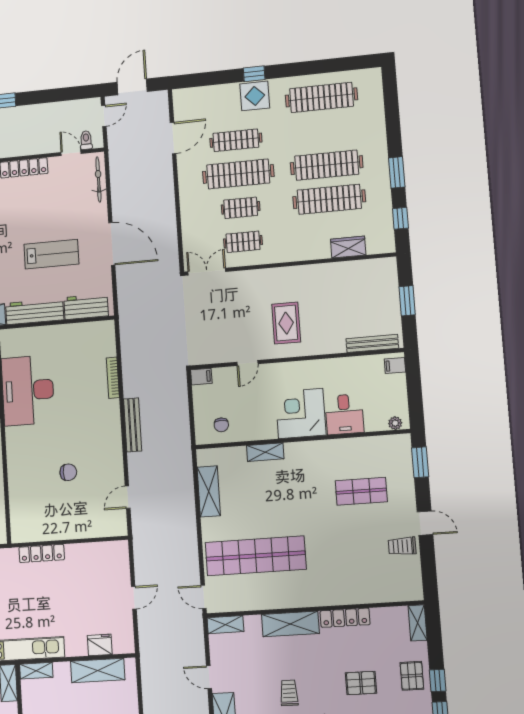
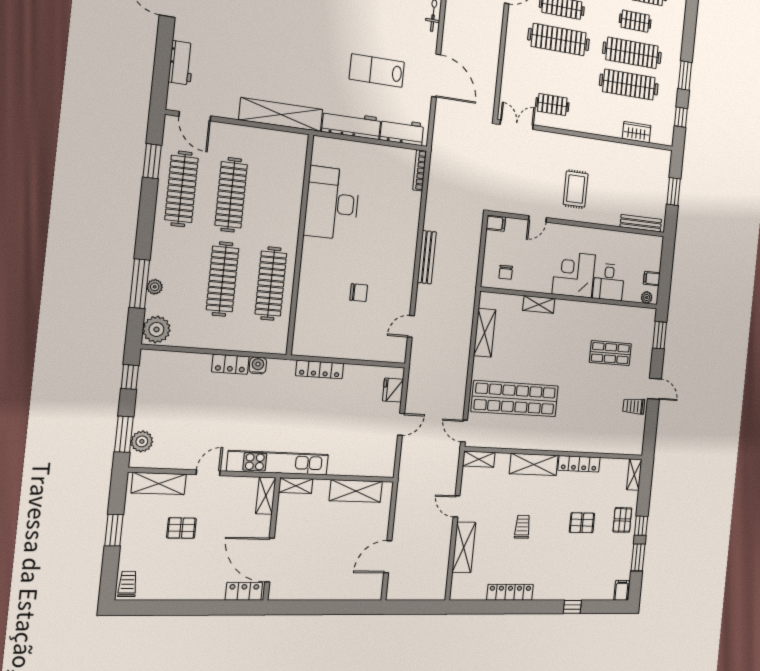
clothes rail: (241, 208) -> (635, 21), moved
lab bench: (51, 254) -> (377, 71), turned 180
filing cabinet: (395, 366) -> (652, 279), moved
bookcase: (113, 378) -> (420, 170), moved
fridge: (100, 645) -> (393, 390), moved, turned -90

